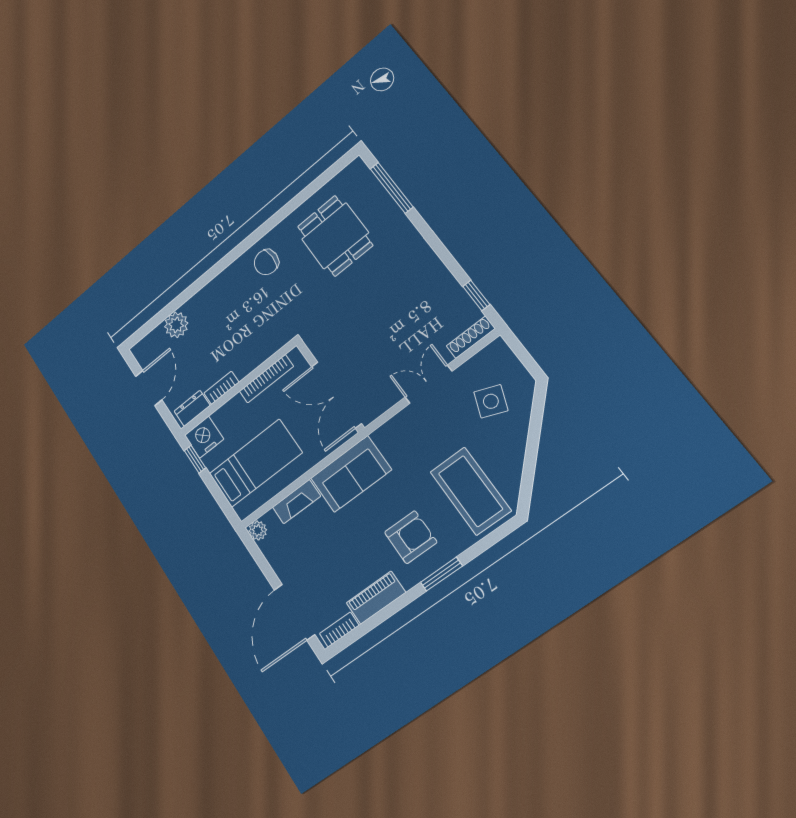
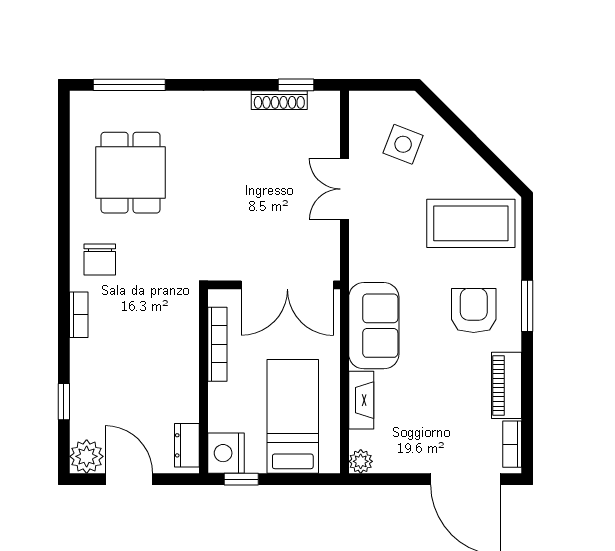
dining table: (335, 236) -> (131, 173), turned 90
window: (167, 311) -> (64, 402), added
plant: (176, 325) -> (87, 456), moved
shoe rack: (471, 337) -> (279, 100), moved, turned -90
bookcase: (221, 388) -> (79, 315), moved, turned 180

